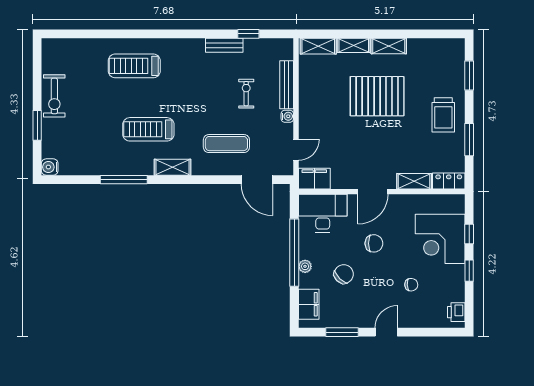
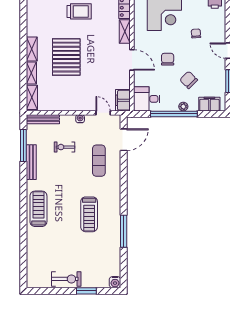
window: (248, 34) -> (23, 146), width x2.17
bench: (224, 45) -> (31, 162), width x1.36
treadmill: (134, 66) -> (38, 209), moved, turned 180
bench: (287, 85) -> (43, 119), moved
shelving: (173, 167) -> (115, 198), removed
desk: (323, 213) -> (147, 99), width x0.73

